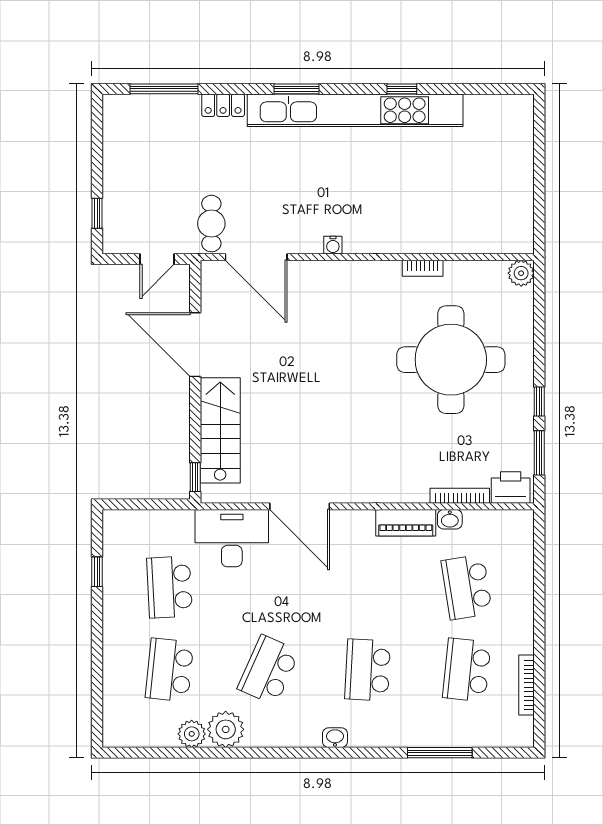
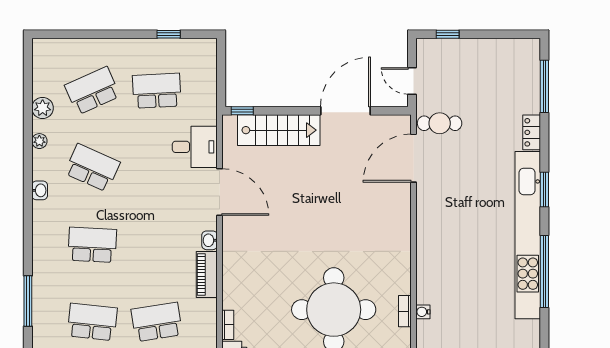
window: (402, 89) -> (544, 271), width x3.17
water cooler: (333, 245) -> (423, 312), moved
bookcase: (423, 268) -> (405, 311), moved
bookcase: (460, 496) -> (228, 325), width x0.64
door: (300, 506) -> (220, 192), swing flipped
washbasin: (450, 519) -> (210, 240), moved
desk: (232, 538) -> (195, 147), width x0.73
school desk: (169, 670) -> (92, 91), turned -30
plant: (226, 729) -> (39, 141), width x0.53, depth x0.53
washbasin: (335, 738) -> (40, 190), moved

